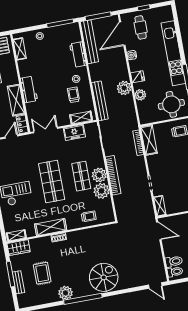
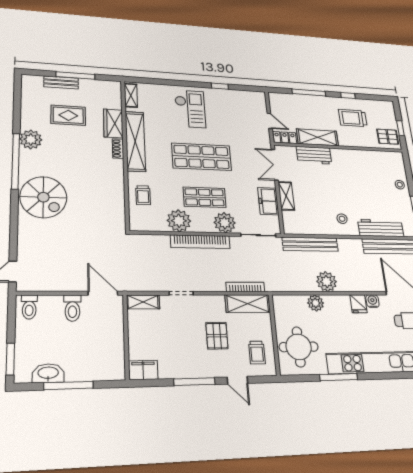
shelving: (20, 49) -> (384, 157), removed
workbench: (78, 55) -> (381, 228), width x1.38
fridge: (138, 77) -> (358, 304), moved
workbench: (29, 89) -> (314, 155), moved
trolley: (73, 95) -> (321, 211), removed
shelving: (81, 118) -> (286, 196), moved
double door: (46, 130) -> (275, 165), swing flipped
pallet: (173, 158) -> (217, 336), added
plant: (99, 175) -> (225, 223), moved
shelving: (51, 227) -> (135, 141), width x1.47
door: (159, 231) -> (103, 293), swing flipped
wardrobe: (19, 248) -> (113, 123), moved
toilet: (174, 261) -> (72, 308), moved

